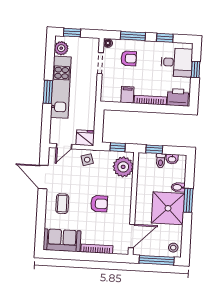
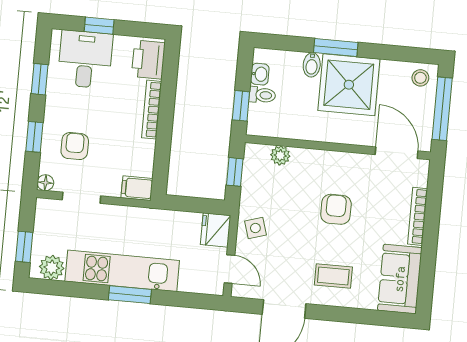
window: (133, 36) -> (34, 137), width x0.67
filing cabinet: (127, 95) -> (137, 188), moved
plant: (123, 167) -> (280, 155), width x0.53, depth x0.53

